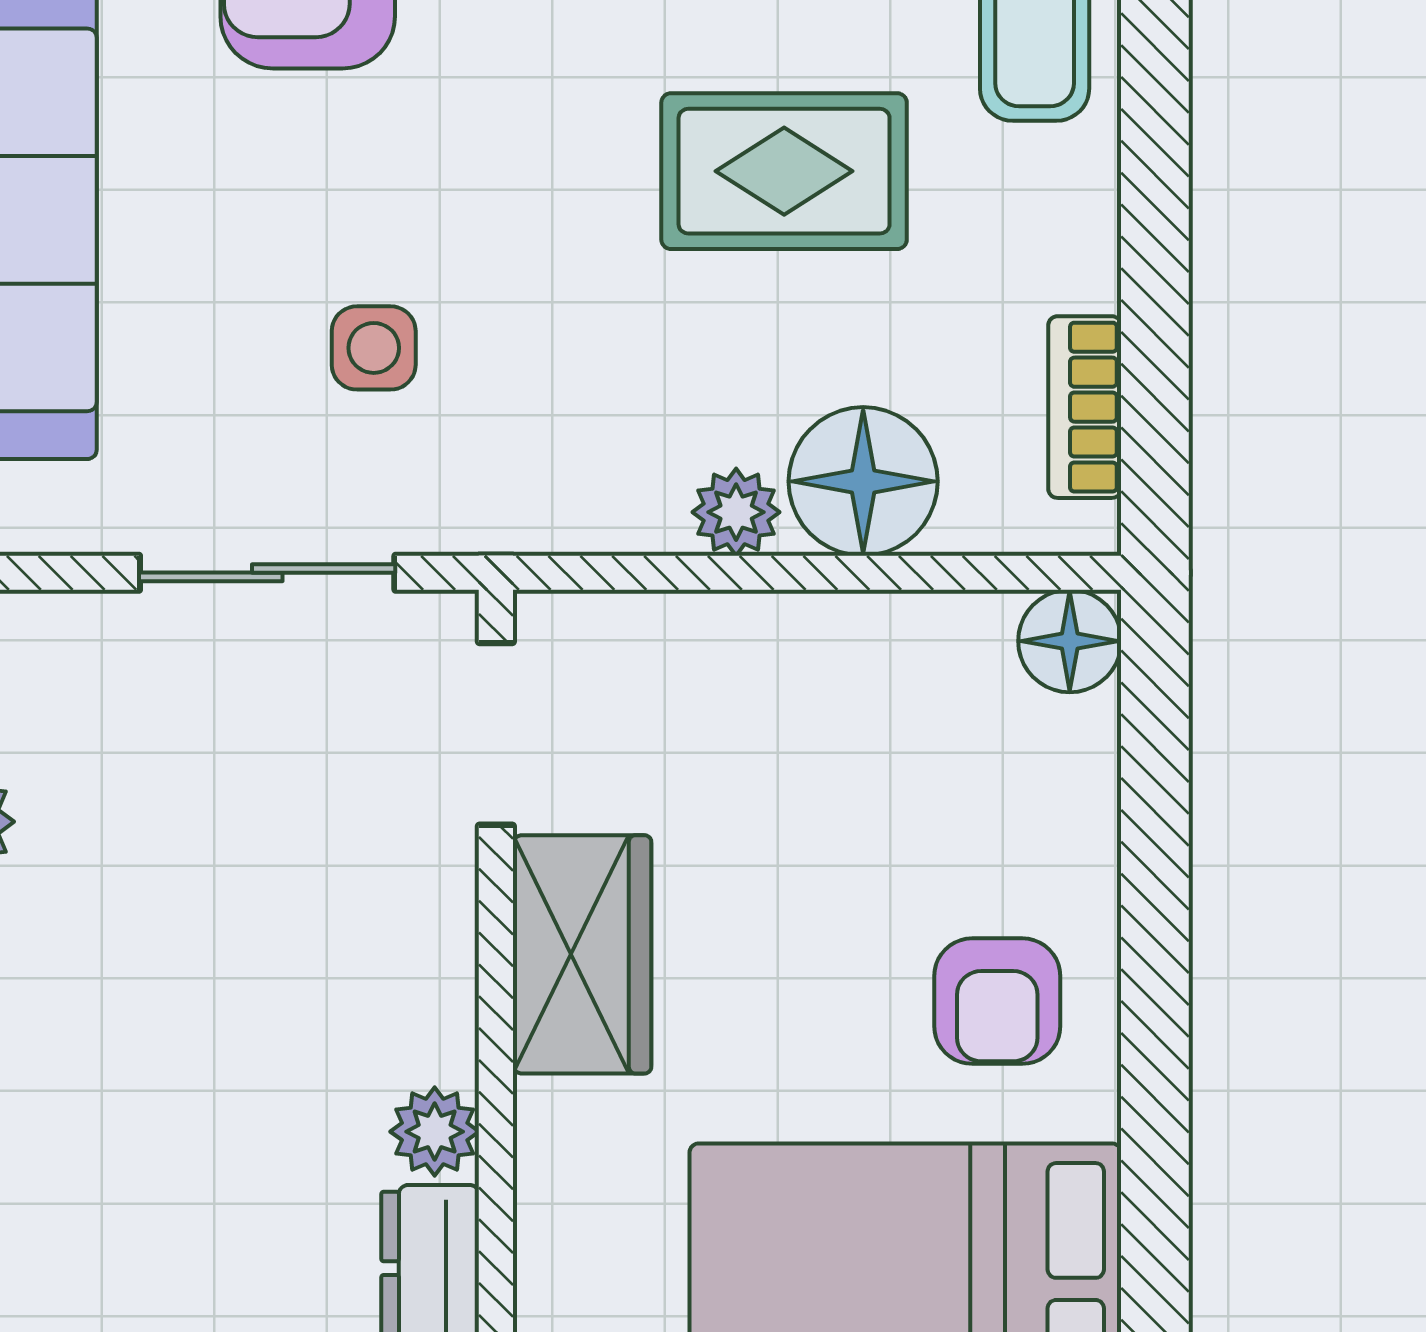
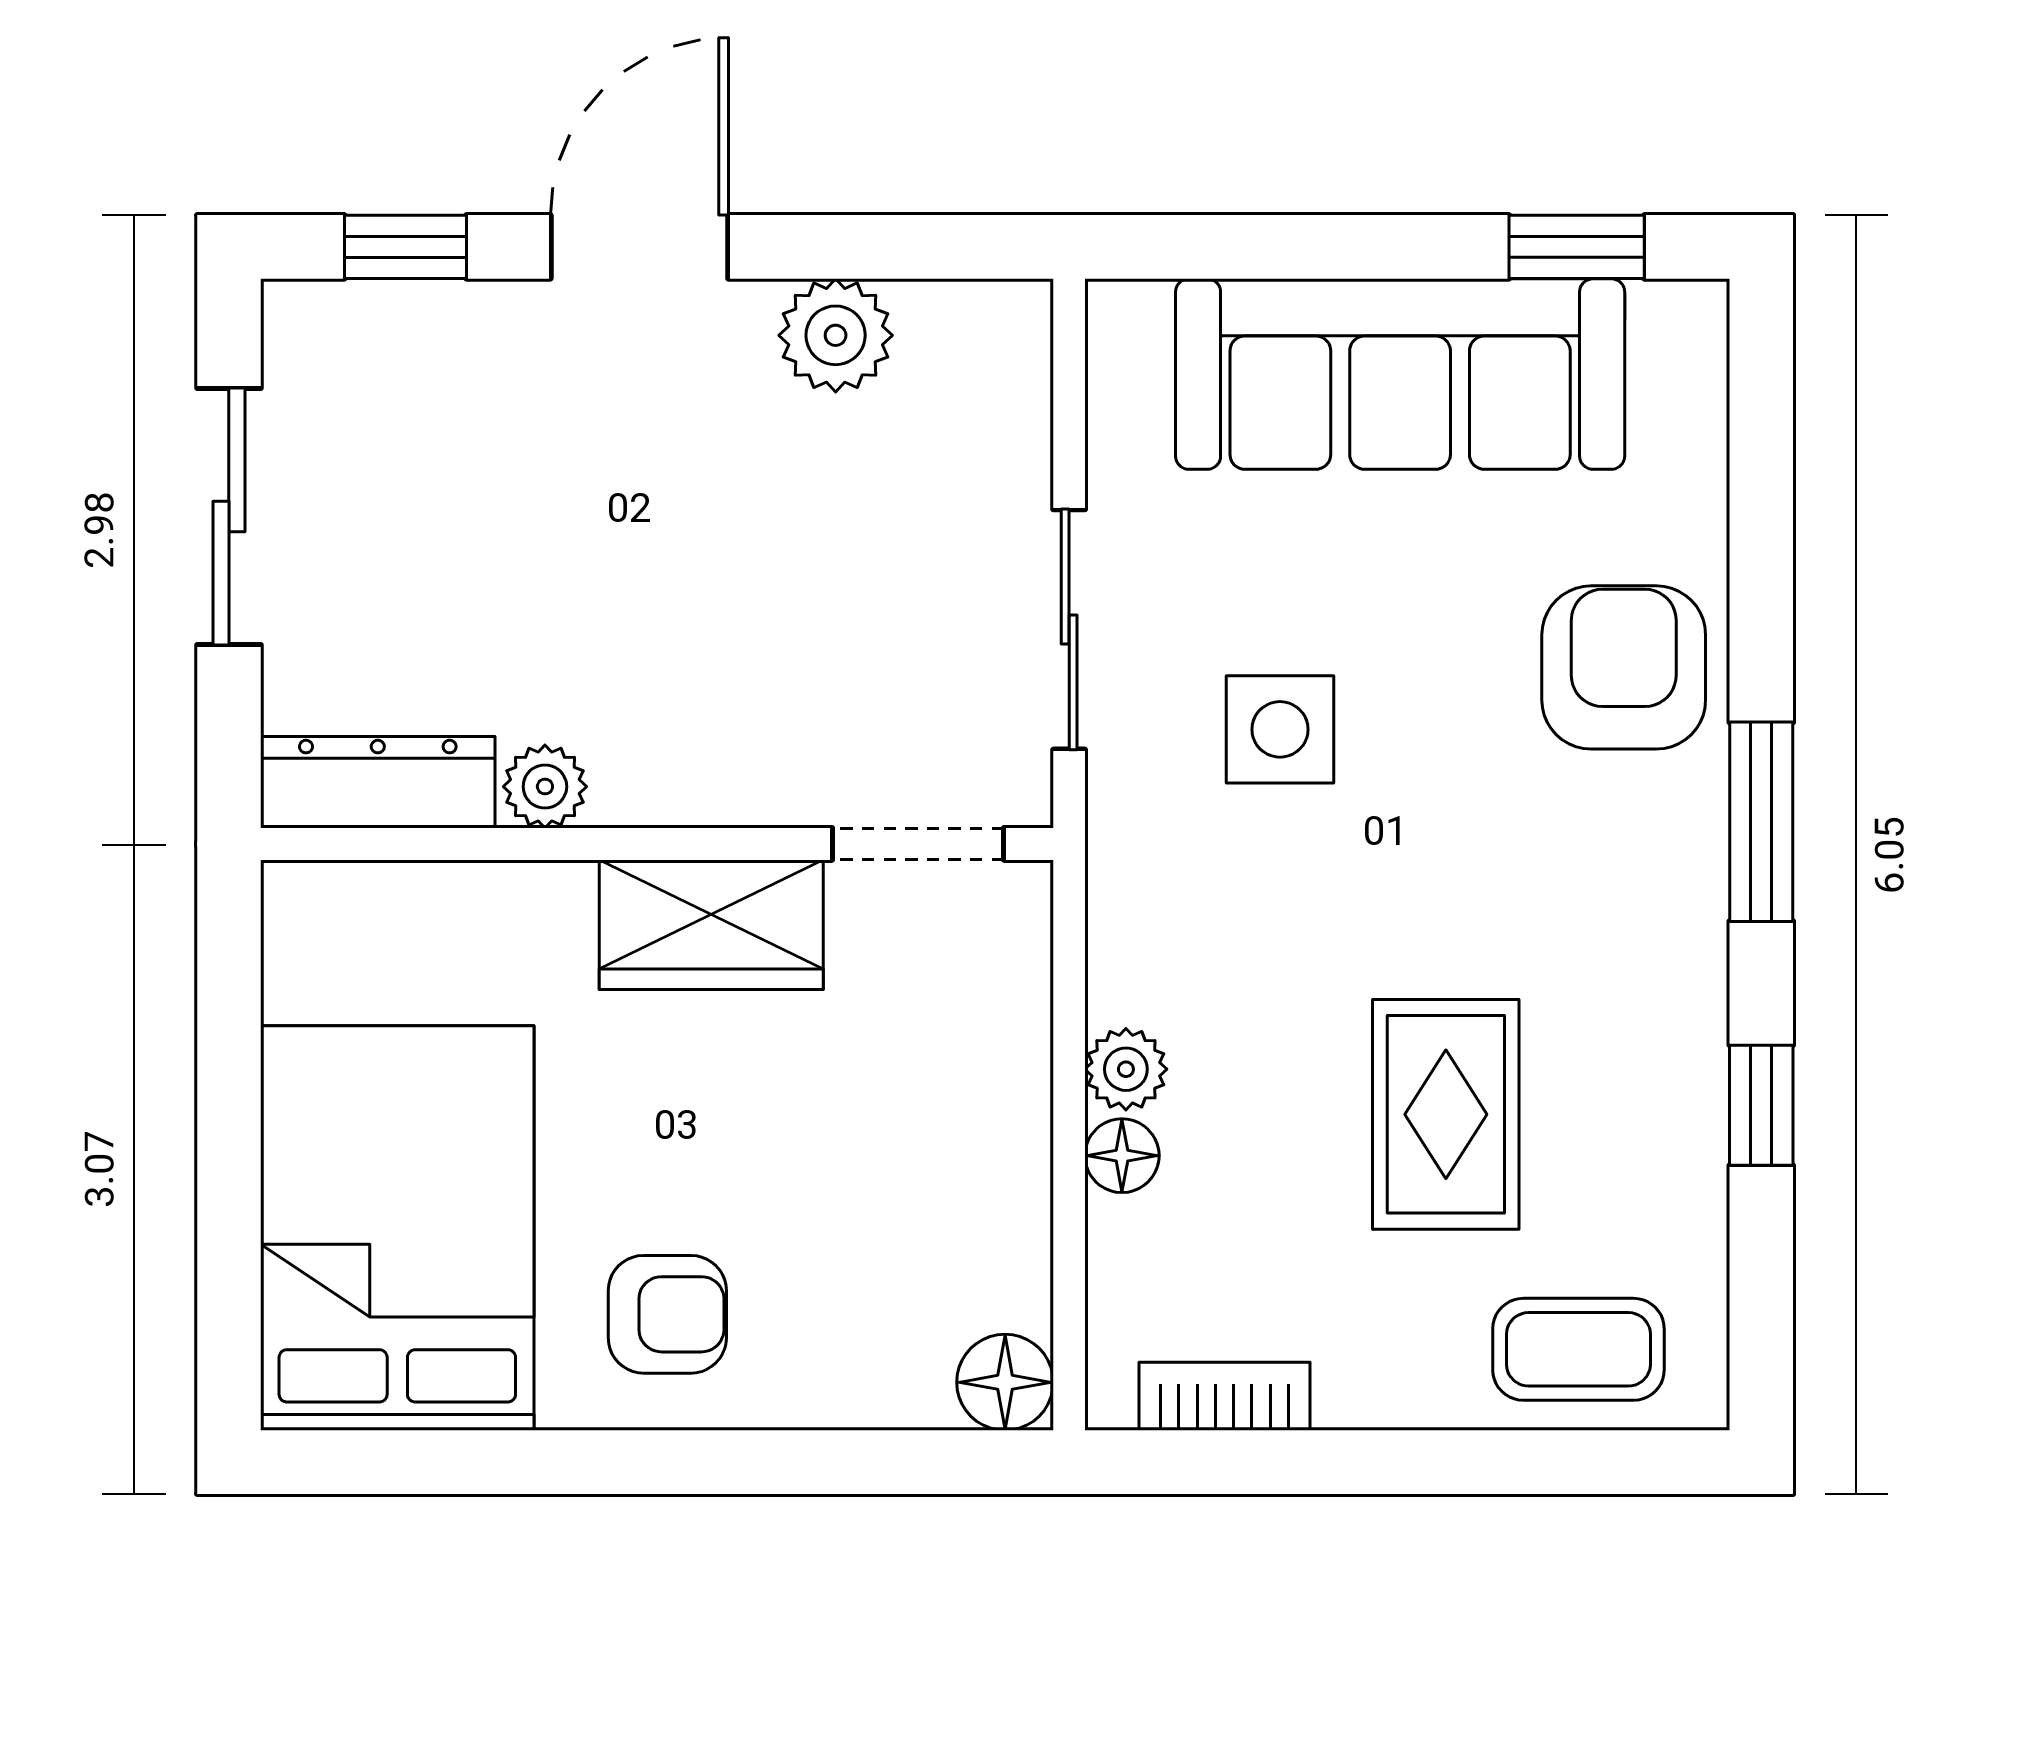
side table: (374, 348) -> (1280, 729), width x1.37, depth x1.37
floor lamp: (863, 481) -> (1122, 1156), width x0.53, depth x0.53
armchair: (997, 1001) -> (667, 1314), turned 180

